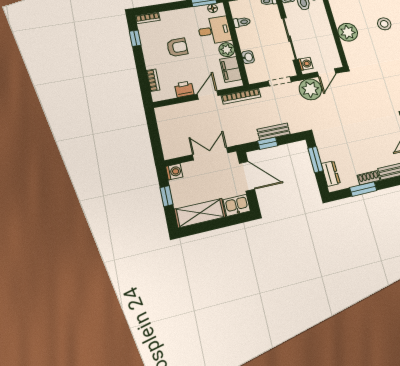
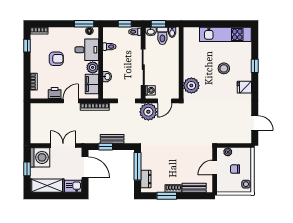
plant: (348, 32) -> (191, 86), moved
window: (315, 159) -> (138, 166), width x1.44
washing machine: (174, 172) -> (40, 157), width x1.89, depth x1.89

